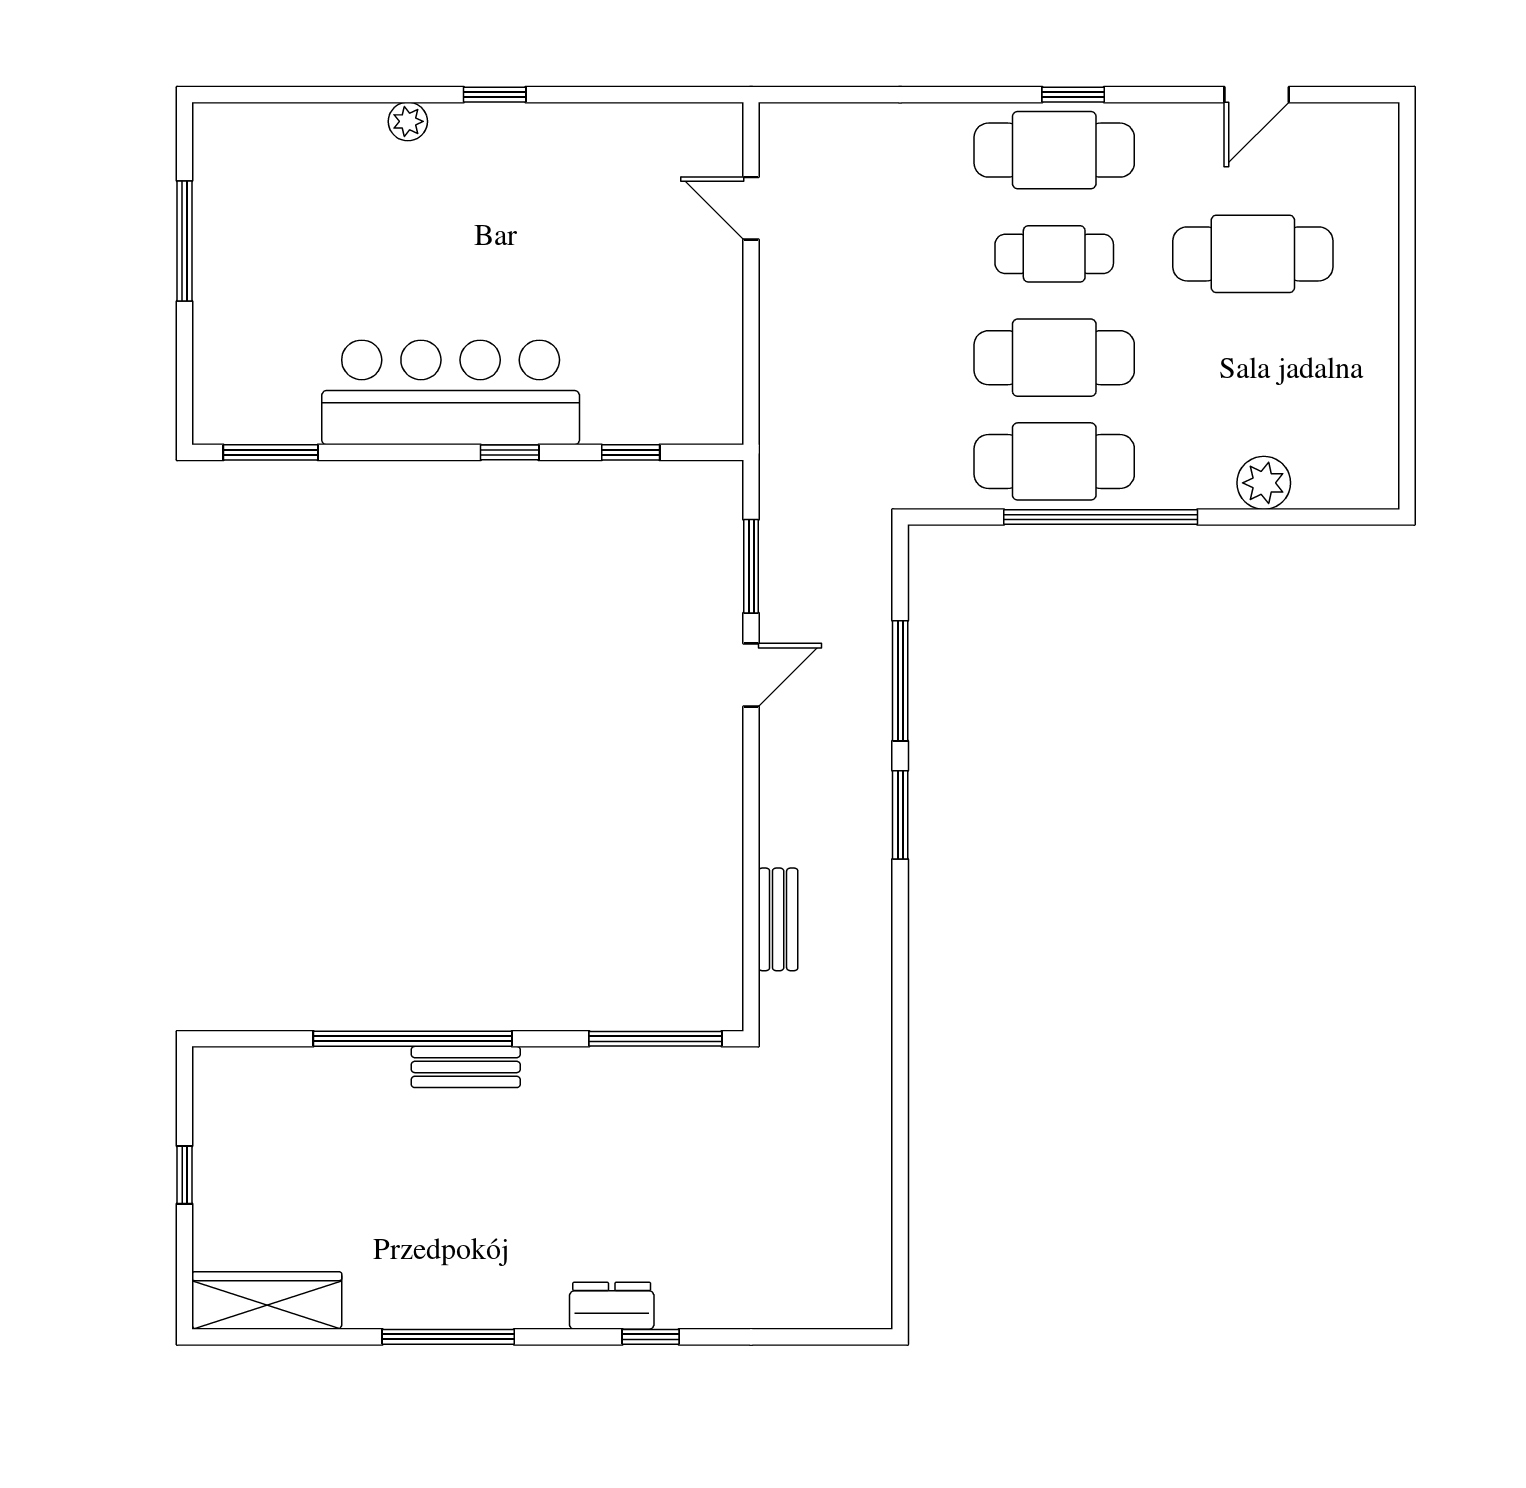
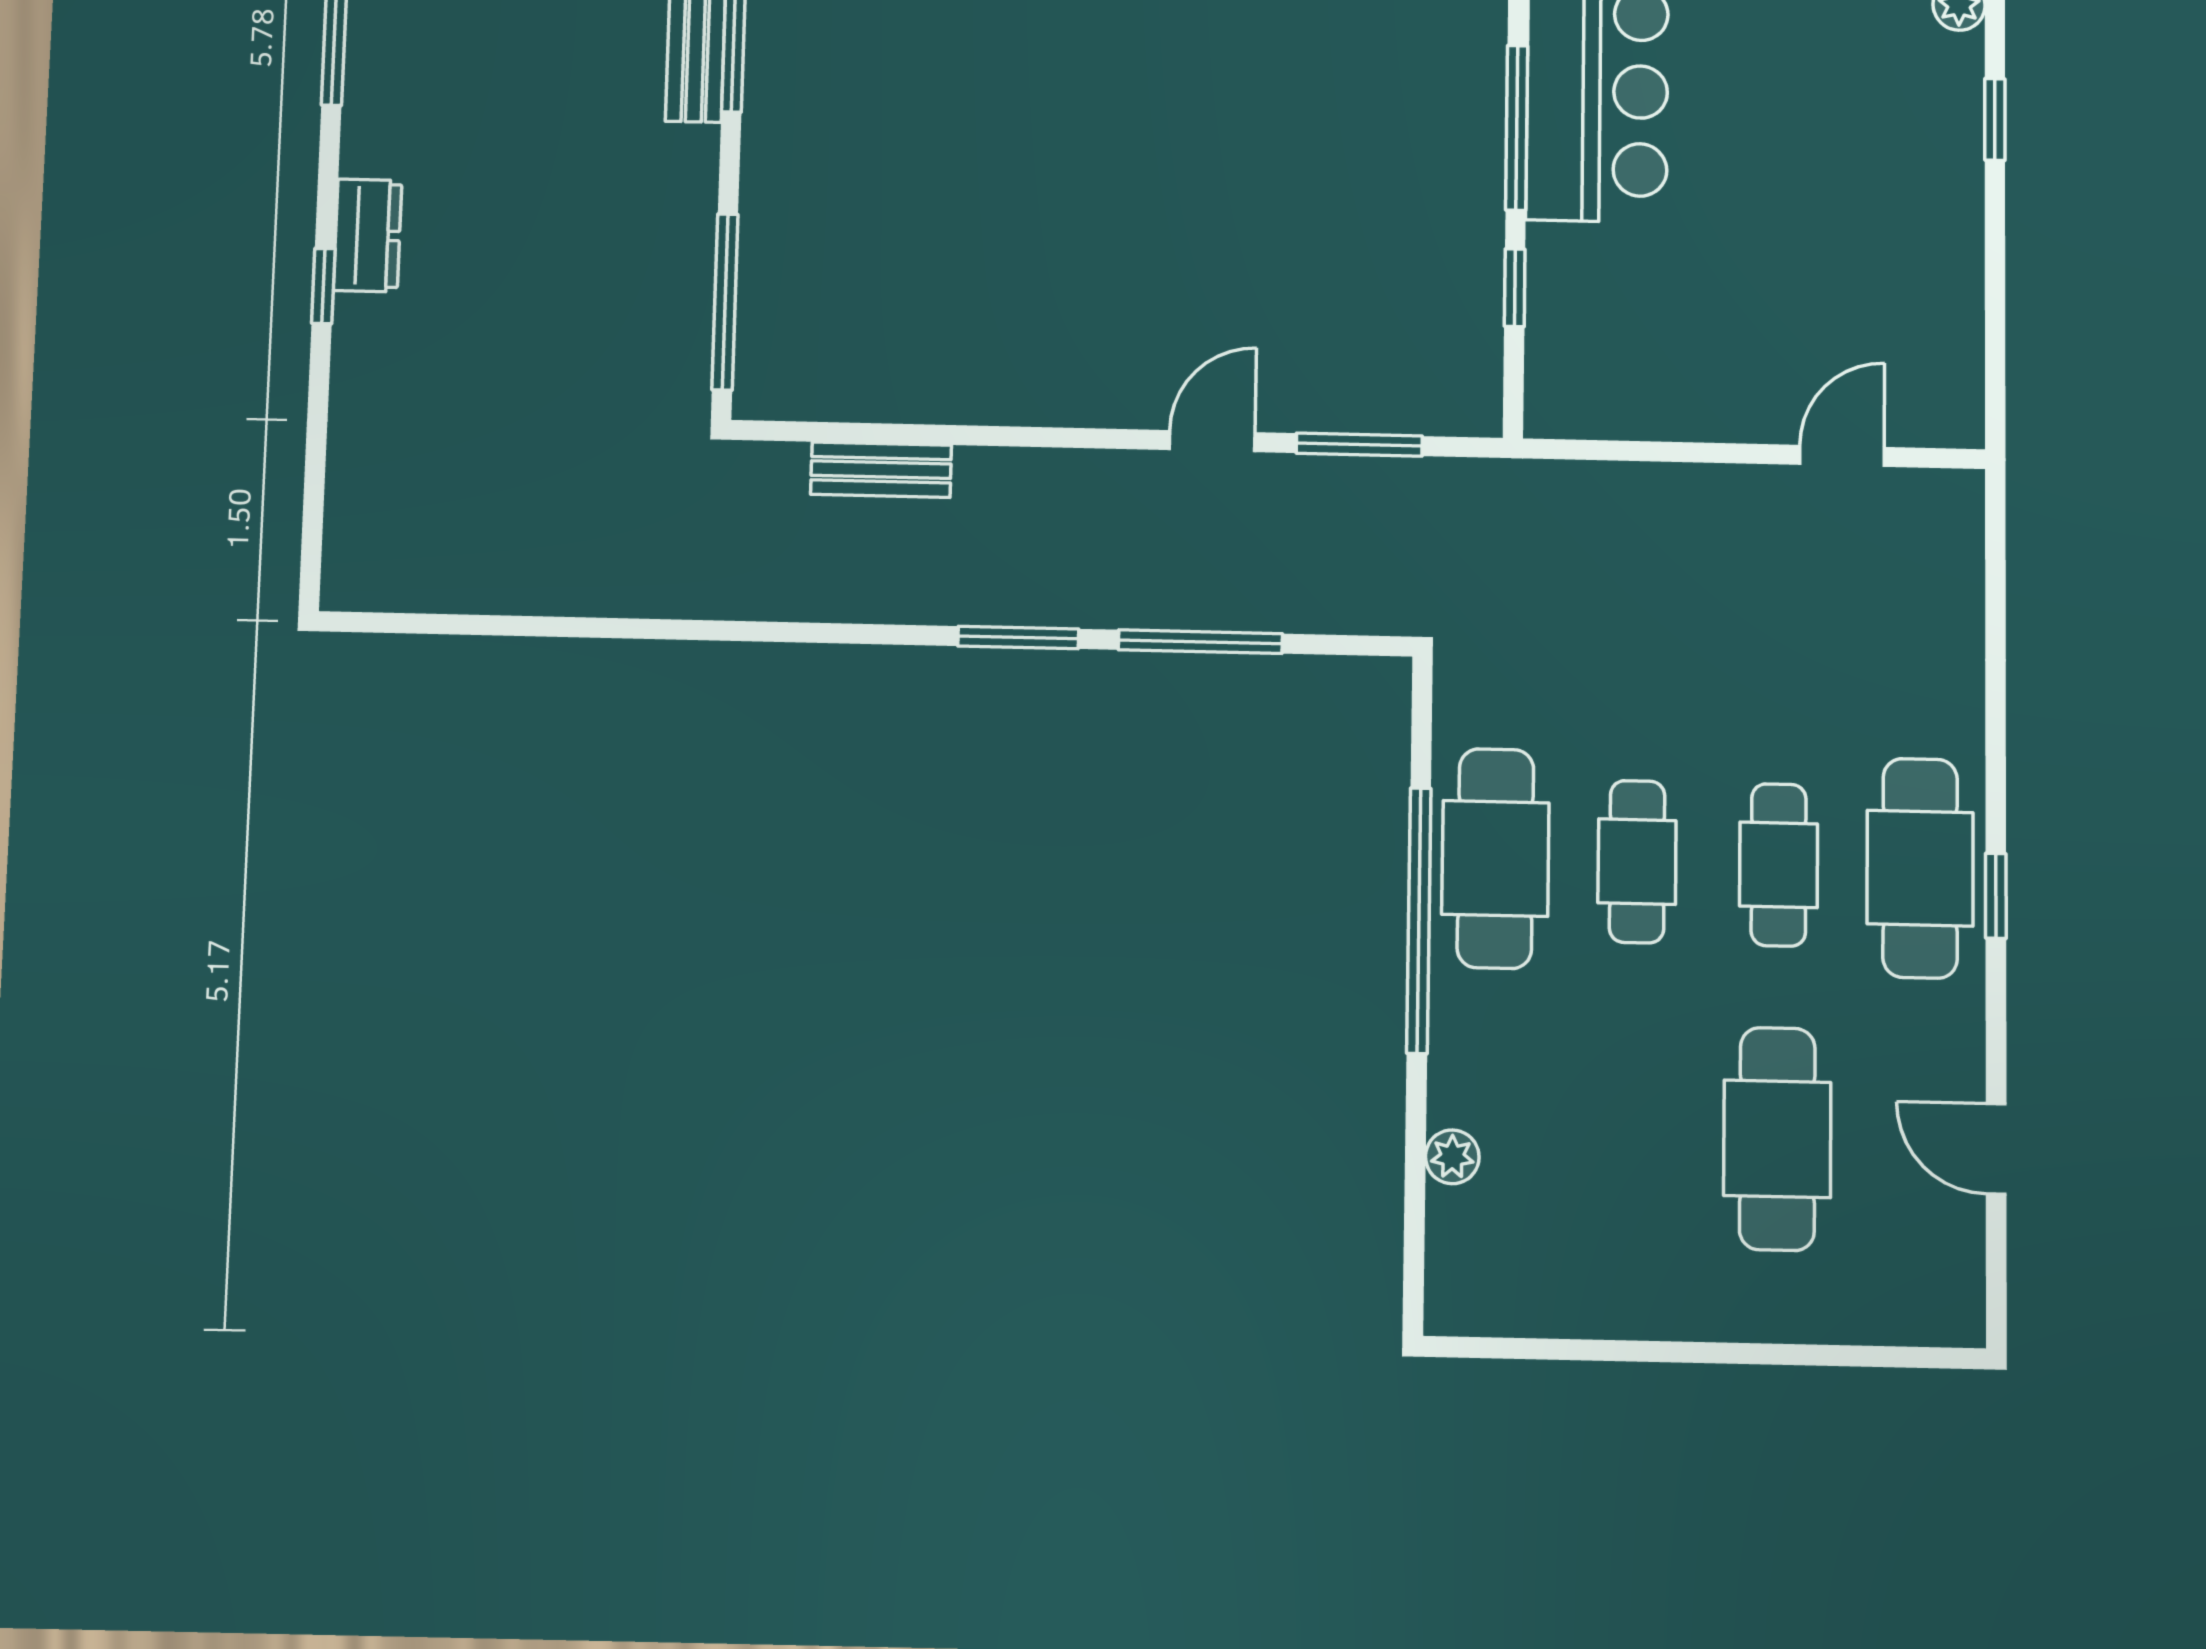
cafe table: (1054, 358) -> (1637, 862), width x0.73, depth x0.74
window: (510, 452) -> (1517, 128), width x2.17
plant: (1264, 483) -> (1452, 1157), width x0.73, depth x0.73
door: (751, 675) -> (1212, 441), swing flipped

